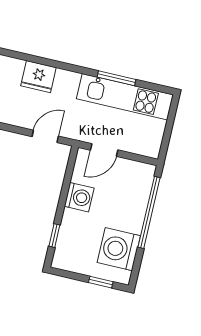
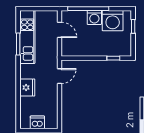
door: (45, 136) -> (60, 76), swing flipped
door: (104, 150) -> (60, 30), moved
washing machine: (79, 197) -> (94, 17), moved, turned 180

